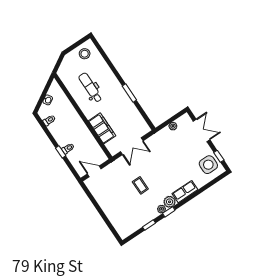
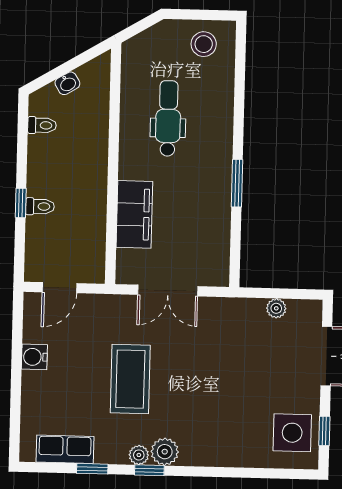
door: (94, 171) -> (59, 288), swing flipped
coffee table: (140, 185) -> (130, 379), width x1.86, depth x1.72
row of seats: (185, 192) -> (65, 449), moved
water cooler: (102, 201) -> (34, 357), added

